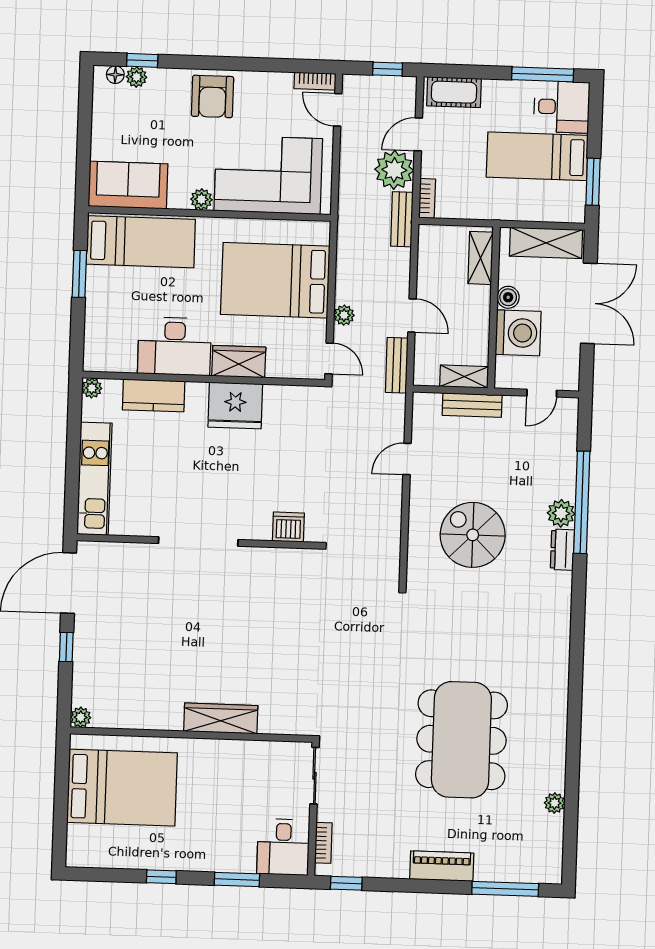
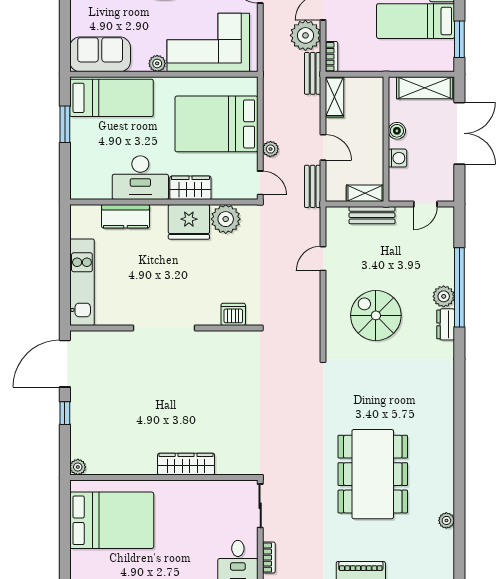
shelving: (481, 258) -> (335, 97), moved
washing machine: (518, 333) -> (397, 158), width x0.53, depth x0.53
plant: (92, 388) -> (226, 219), moved, width x1.88, depth x1.88

